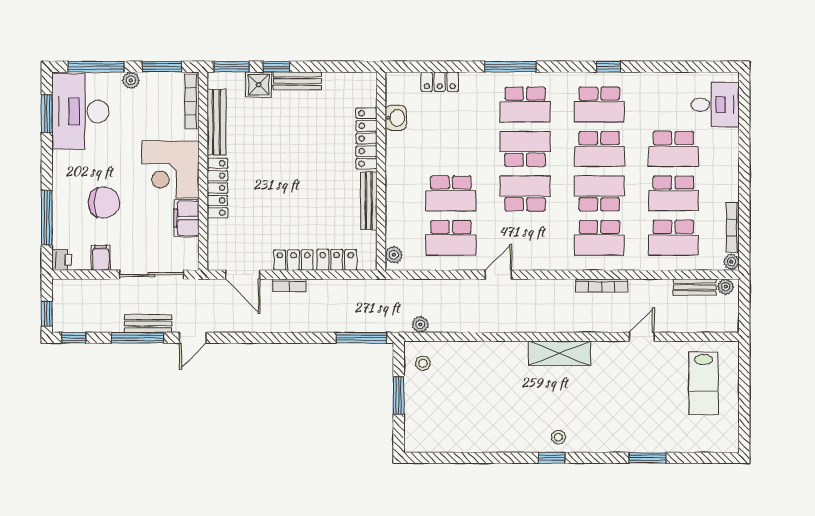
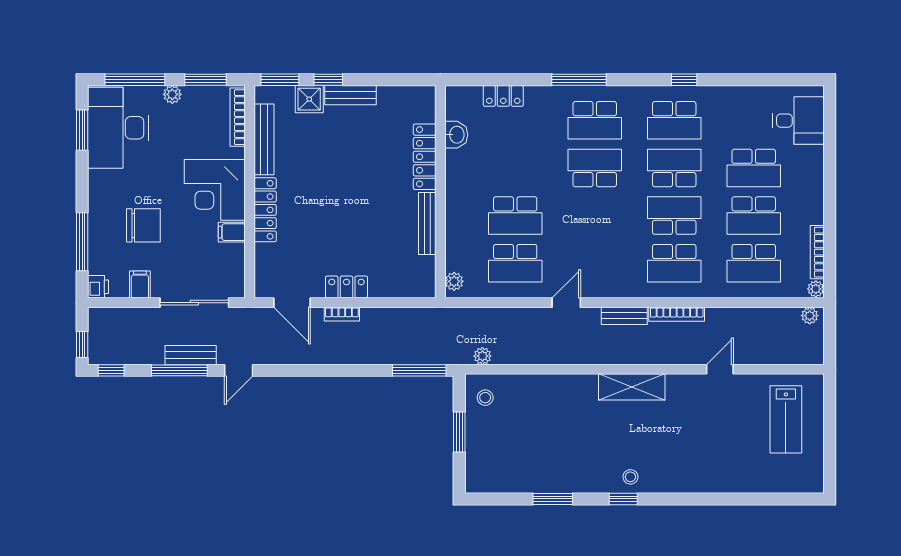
school desk: (599, 149) -> (674, 168), turned 180
school desk: (525, 193) -> (595, 216), removed
filing cabinet: (186, 218) -> (232, 232), width x0.50
locker: (337, 260) -> (393, 287), removed
bench: (695, 287) -> (624, 316), moved
window: (647, 458) -> (553, 499), moved

